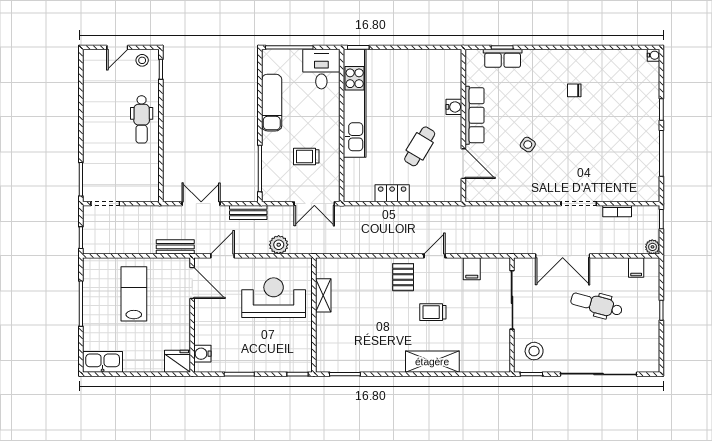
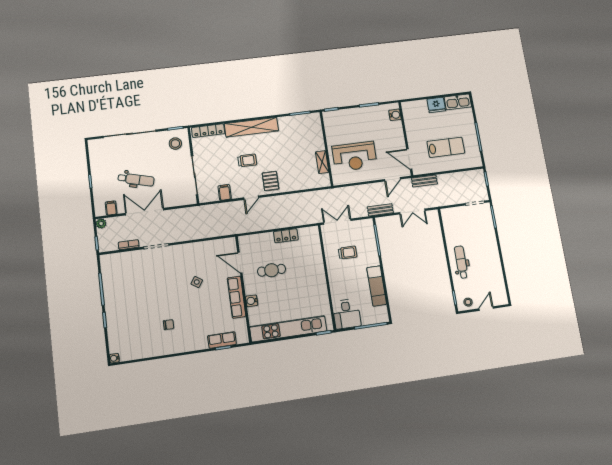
kitchen unit: (355, 103) -> (288, 329), moved, turned 90
cafe table: (420, 146) -> (272, 270), turned 59
plant: (279, 245) -> (357, 191), removed
double door: (563, 256) -> (145, 212), moved
lab bench: (134, 294) -> (446, 147), turned -90
fridge: (178, 361) -> (436, 105), moved
shelving: (432, 362) -> (251, 127), width x1.47
locker: (484, 364) -> (208, 131), added

